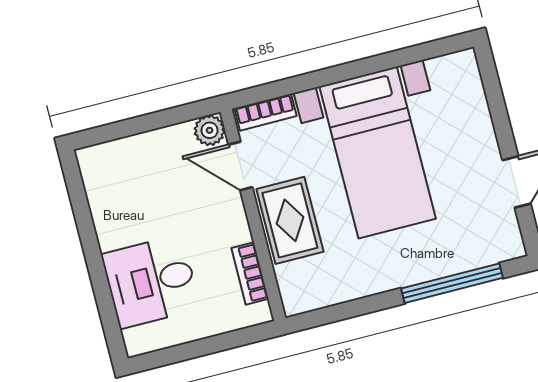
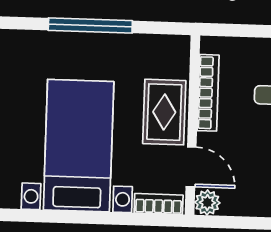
bookcase: (250, 273) -> (208, 93), width x1.56
window: (452, 283) -> (90, 26), moved

